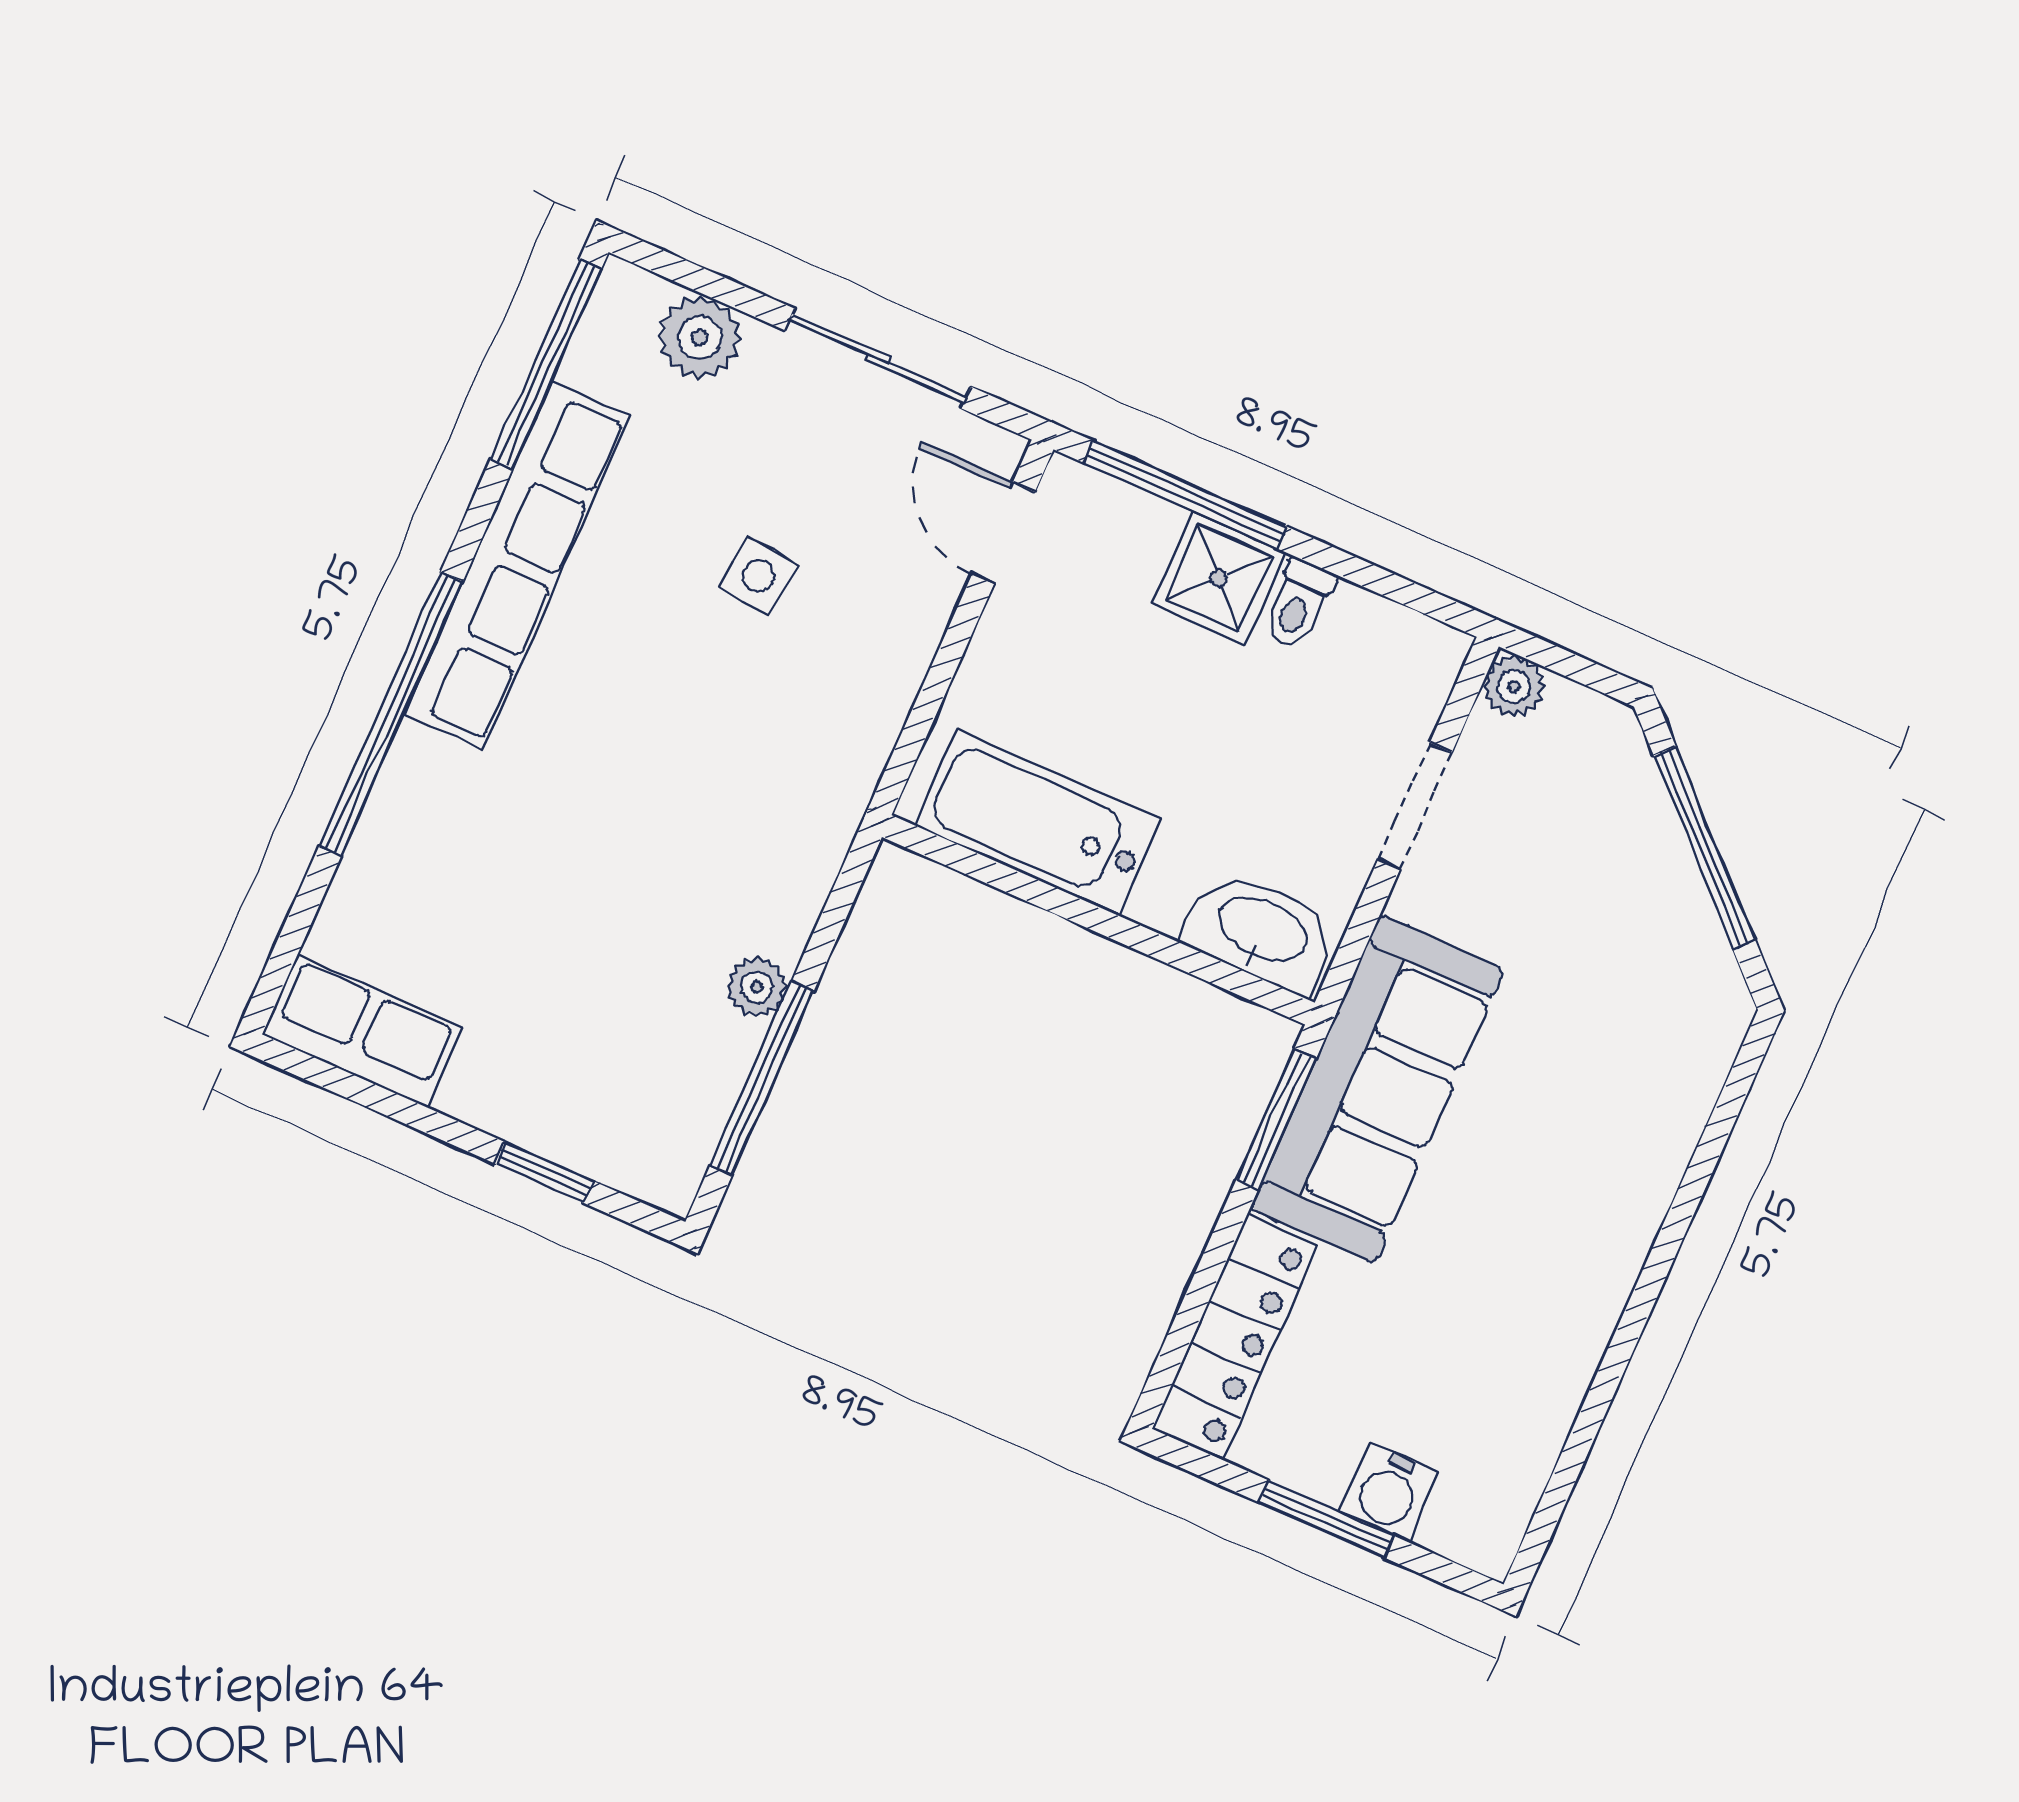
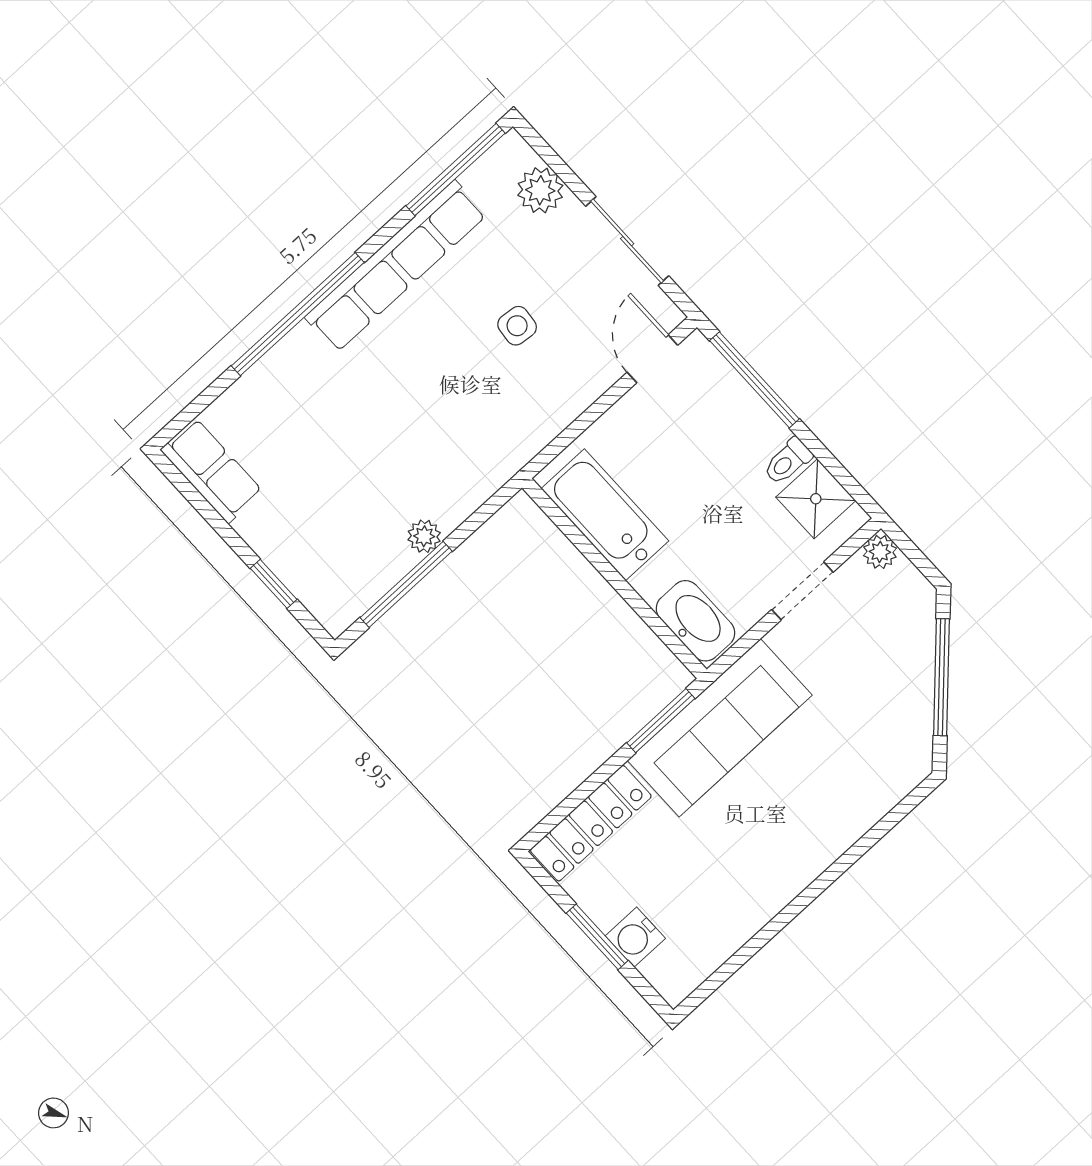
shower: (1219, 578) -> (816, 499), moved

